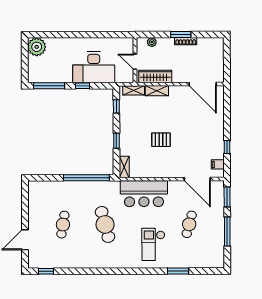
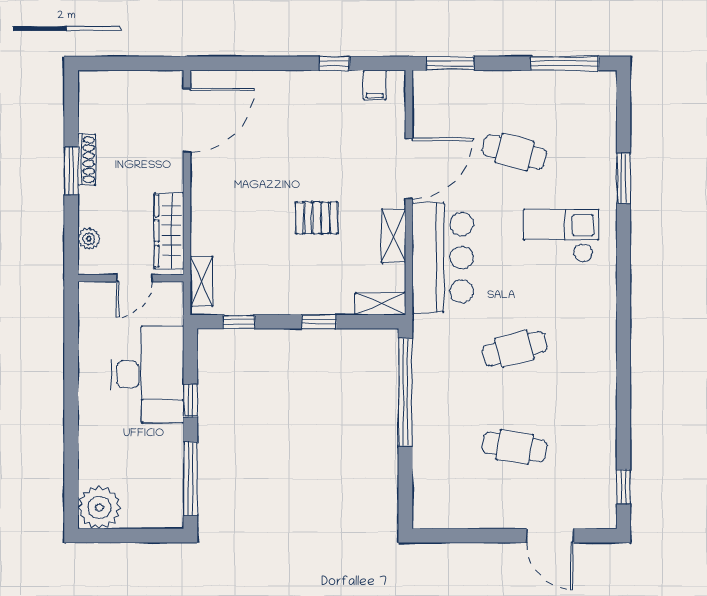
shelving: (157, 91) -> (394, 236), moved
pallet: (161, 140) -> (317, 218), turned 90
door: (197, 179) -> (409, 169), moved
cafe table: (105, 224) -> (514, 349), width x0.73, depth x0.74
window: (227, 232) -> (565, 63), moved
checkout: (153, 244) -> (561, 236), turned 180

